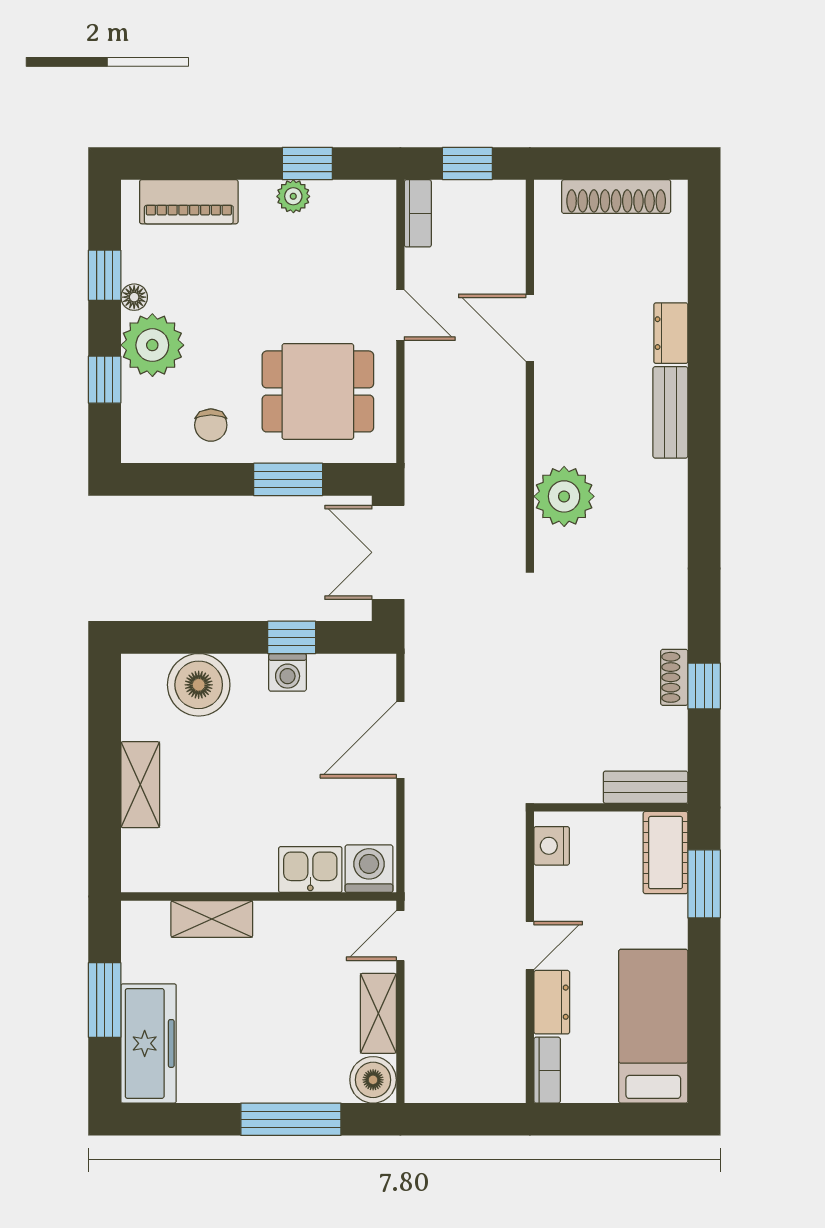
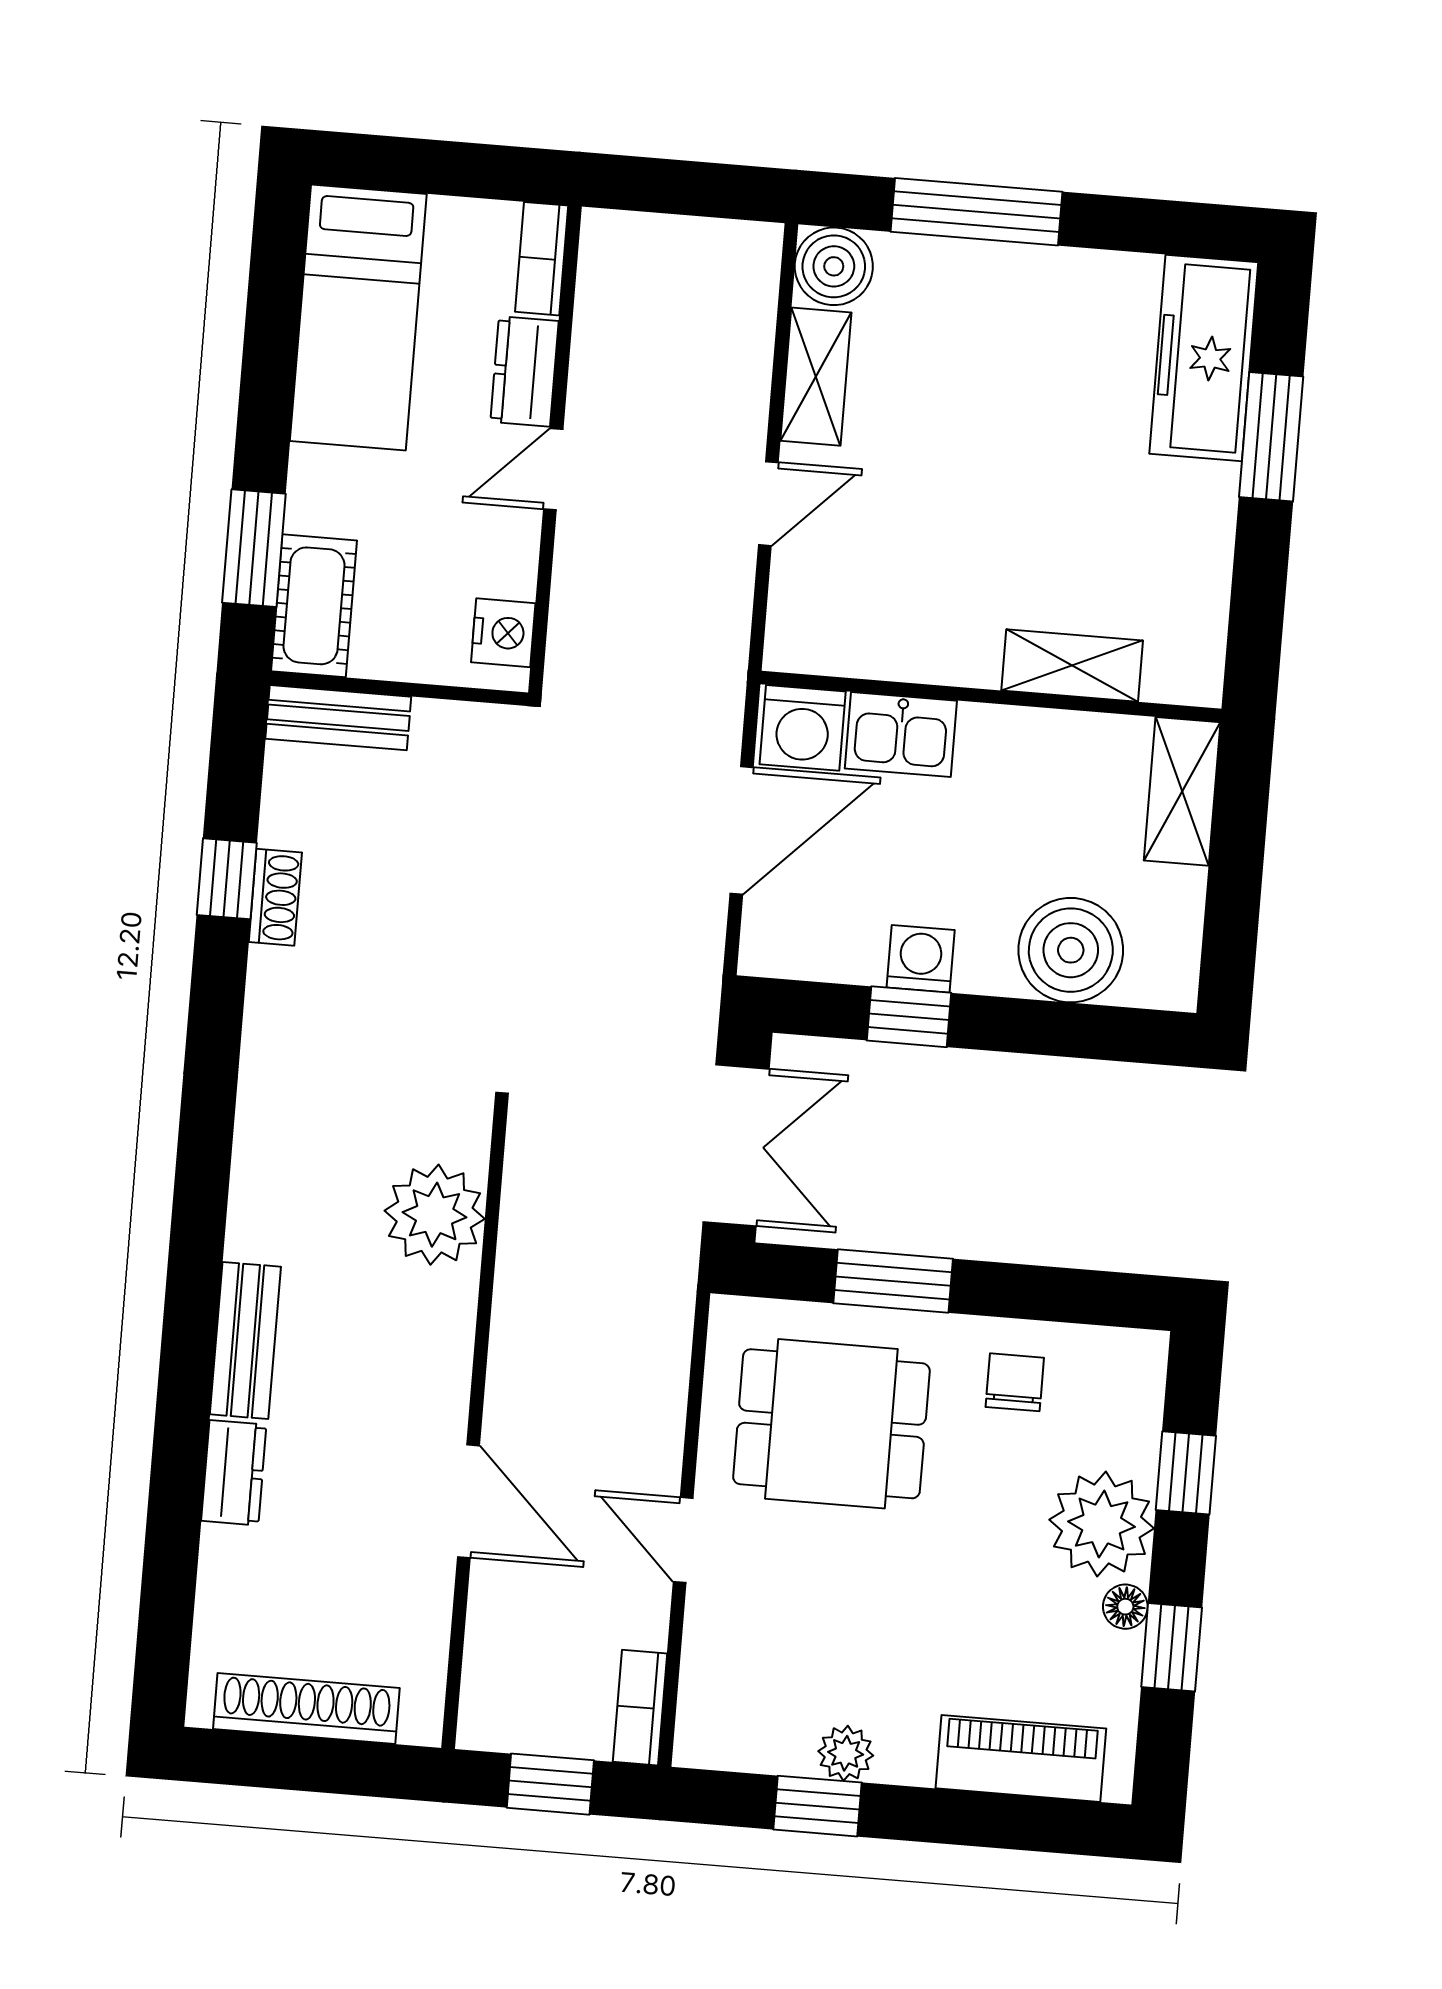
washing machine: (369, 869) -> (803, 728), moved
kitchen sink: (310, 870) -> (901, 735), moved
wall: (259, 897) -> (991, 696), moved
shelving: (212, 919) -> (1072, 665), moved

